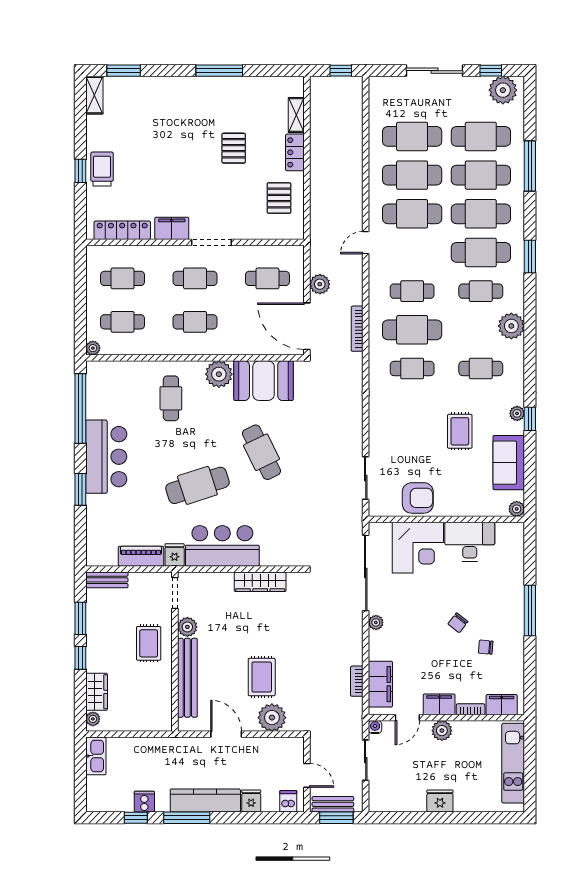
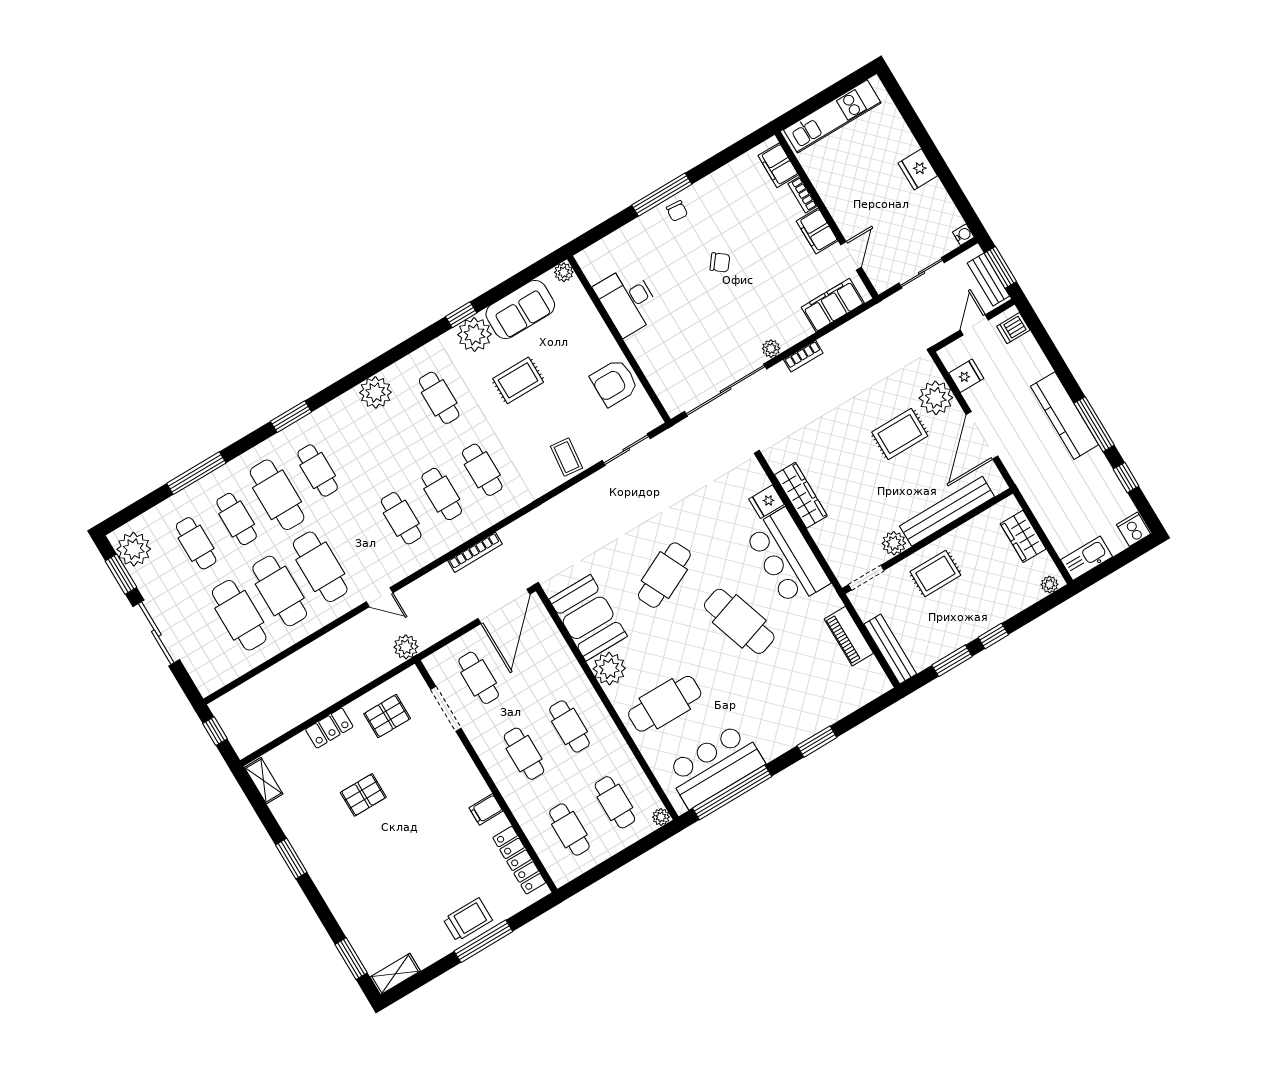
window: (219, 71) -> (291, 859), width x0.69
window: (491, 71) -> (121, 574), width x1.50
shelving: (296, 115) -> (264, 781), moved, turned 90
cafe table: (481, 136) -> (196, 543), width x0.73, depth x0.74
trolley: (102, 169) -> (468, 920), turned 180
window: (80, 171) -> (483, 941), width x2.17
cafe table: (481, 175) -> (237, 519), width x0.73, depth x0.74
filing cabinet: (172, 228) -> (486, 809), width x0.50
doorway: (212, 242) -> (446, 709), moved
cafe table: (481, 252) -> (318, 471), width x0.73, depth x0.74
plant: (320, 284) -> (406, 647), moved
cafe table: (481, 291) -> (358, 446), removed
cafe table: (412, 330) -> (442, 494), width x0.73, depth x0.74
cafe table: (171, 398) -> (665, 704), width x1.37, depth x1.35
plant: (517, 413) -> (474, 334), width x1.88, depth x1.88
coffee table: (386, 433) -> (566, 457), added
bar counter: (106, 457) -> (715, 766), moved
armchair: (418, 498) -> (614, 383), turned -90
corner desk: (418, 548) -> (666, 351), removed
fridge: (175, 555) -> (767, 502), moved
bench: (107, 580) -> (890, 649), width x1.36
chair: (486, 647) -> (677, 211), moved
bookcase: (357, 681) -> (803, 356), moved
wardrobe: (97, 692) -> (1023, 536), moved, turned -90
door: (407, 718) -> (851, 256), hinge flipped
water cooler: (375, 727) -> (963, 235), moved, turned 180
plant: (442, 731) -> (843, 212), removed
door: (226, 734) -> (982, 435), width x1.36
fridge: (251, 801) -> (966, 376), moved, turned 180
cooker: (144, 802) -> (1133, 529), moved, turned 90

